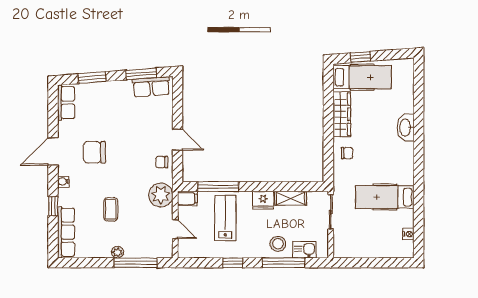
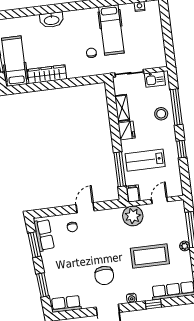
chair: (347, 153) -> (91, 53), moved
chair: (162, 162) -> (72, 227), moved
coffee table: (111, 209) -> (150, 256), width x1.86, depth x1.72
kitchen sink: (304, 250) -> (155, 79), moved, turned -90

